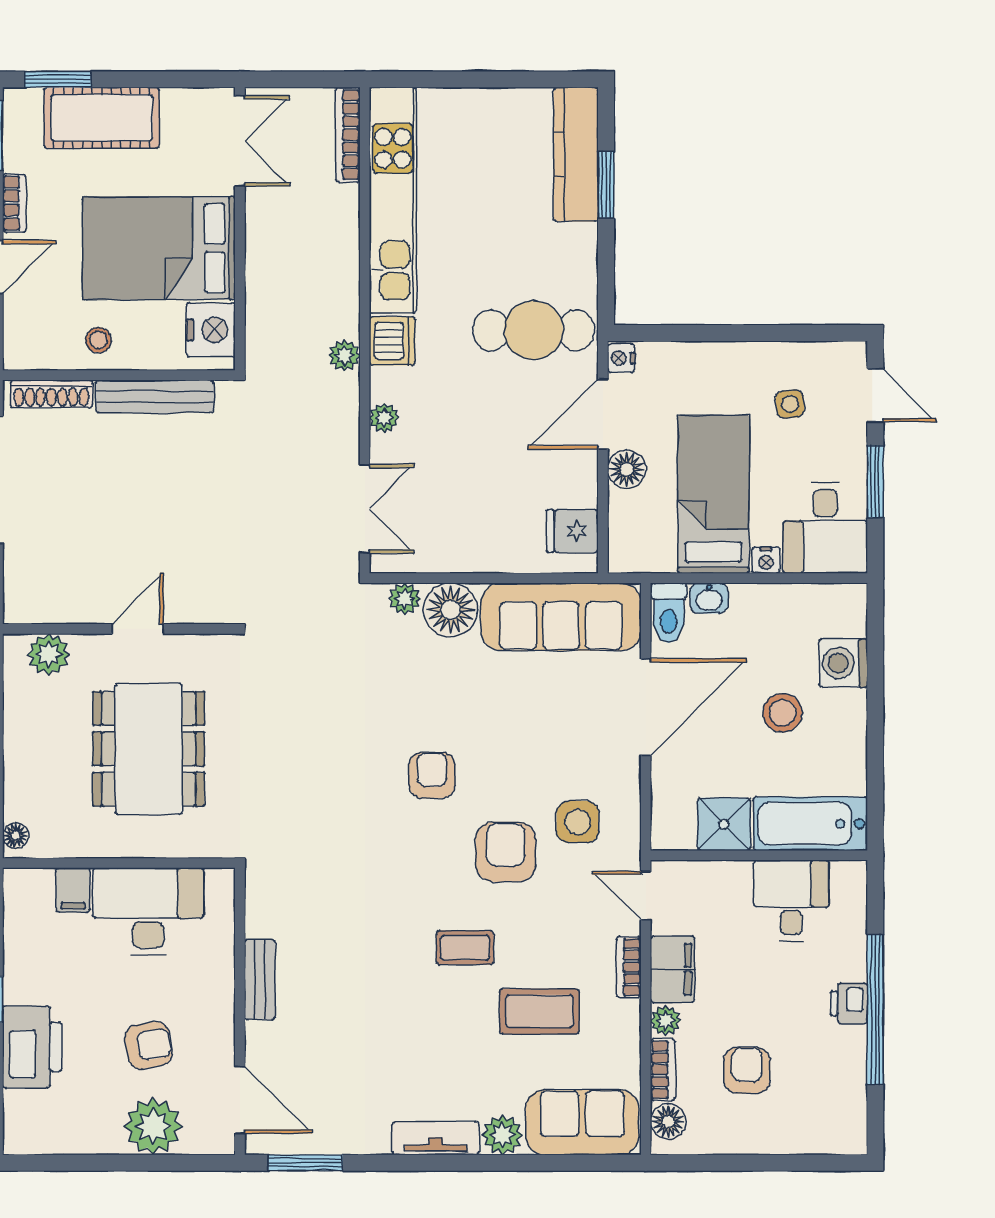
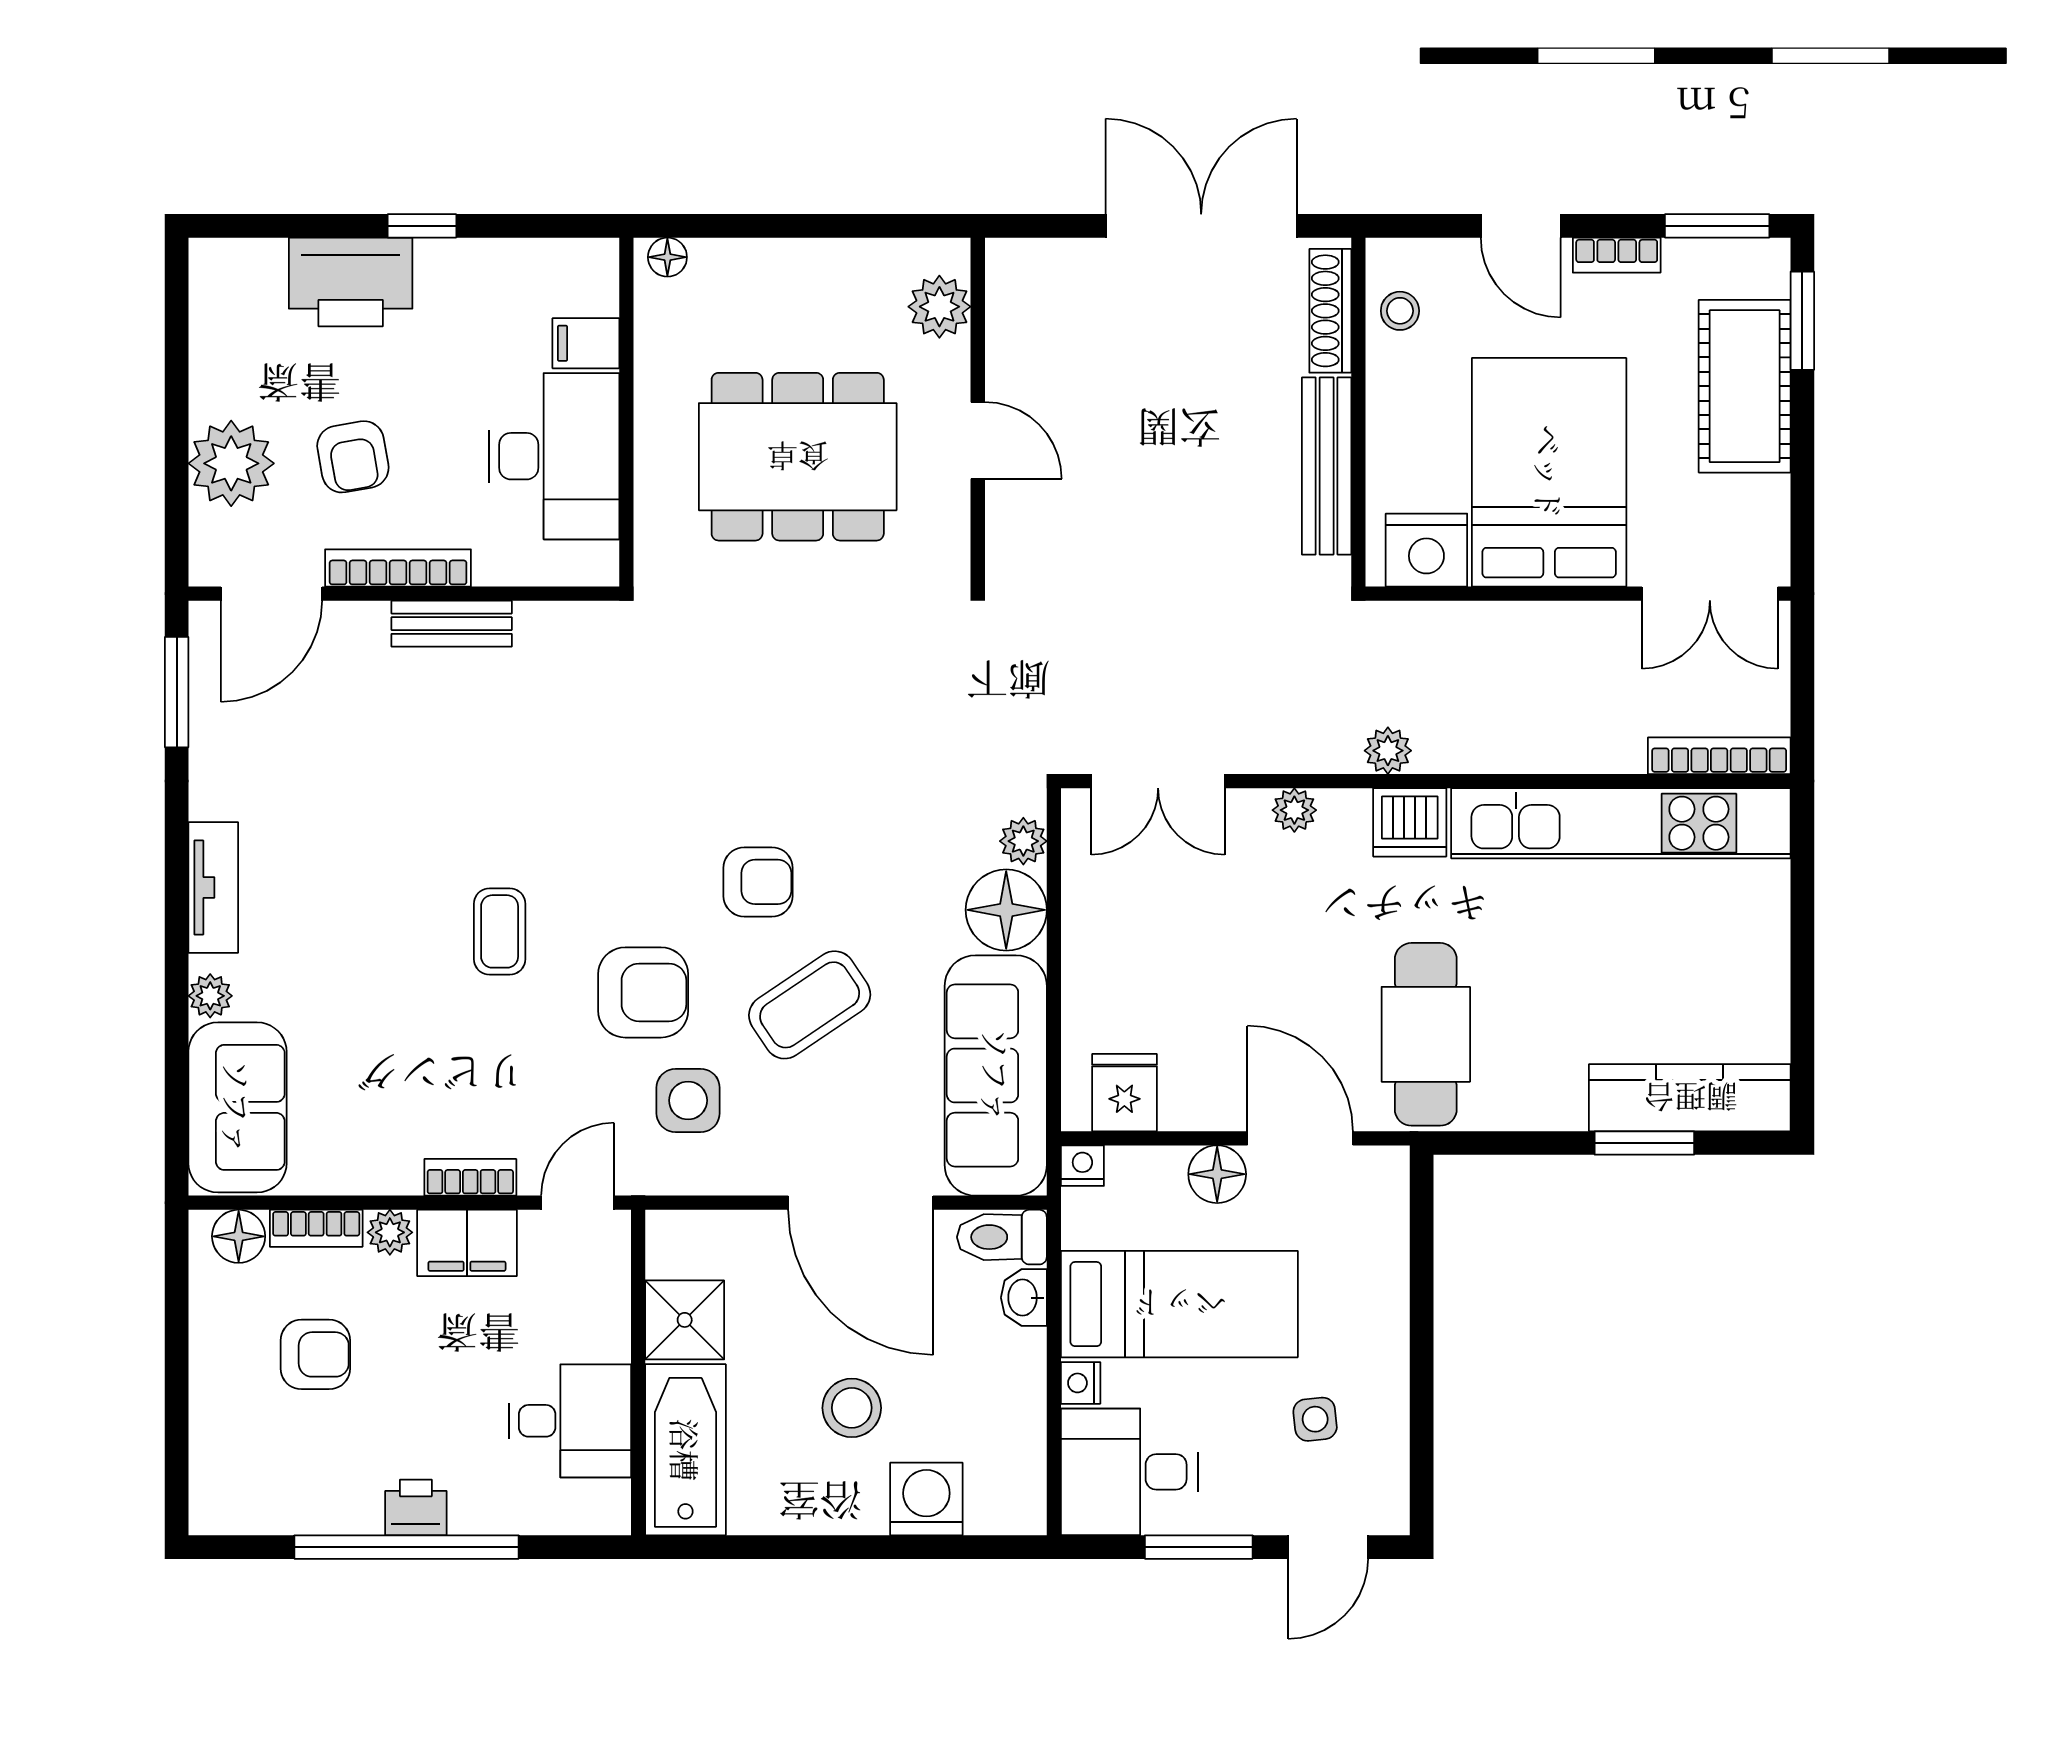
stool: (98, 340) -> (1400, 311), moved
nightstand: (621, 358) -> (1082, 1166), moved
coffee table: (539, 1011) -> (810, 1005), moved, turned 56
bookcase: (223, 1015) -> (398, 568), added
plant: (502, 1135) -> (210, 996), width x0.73, depth x0.73

